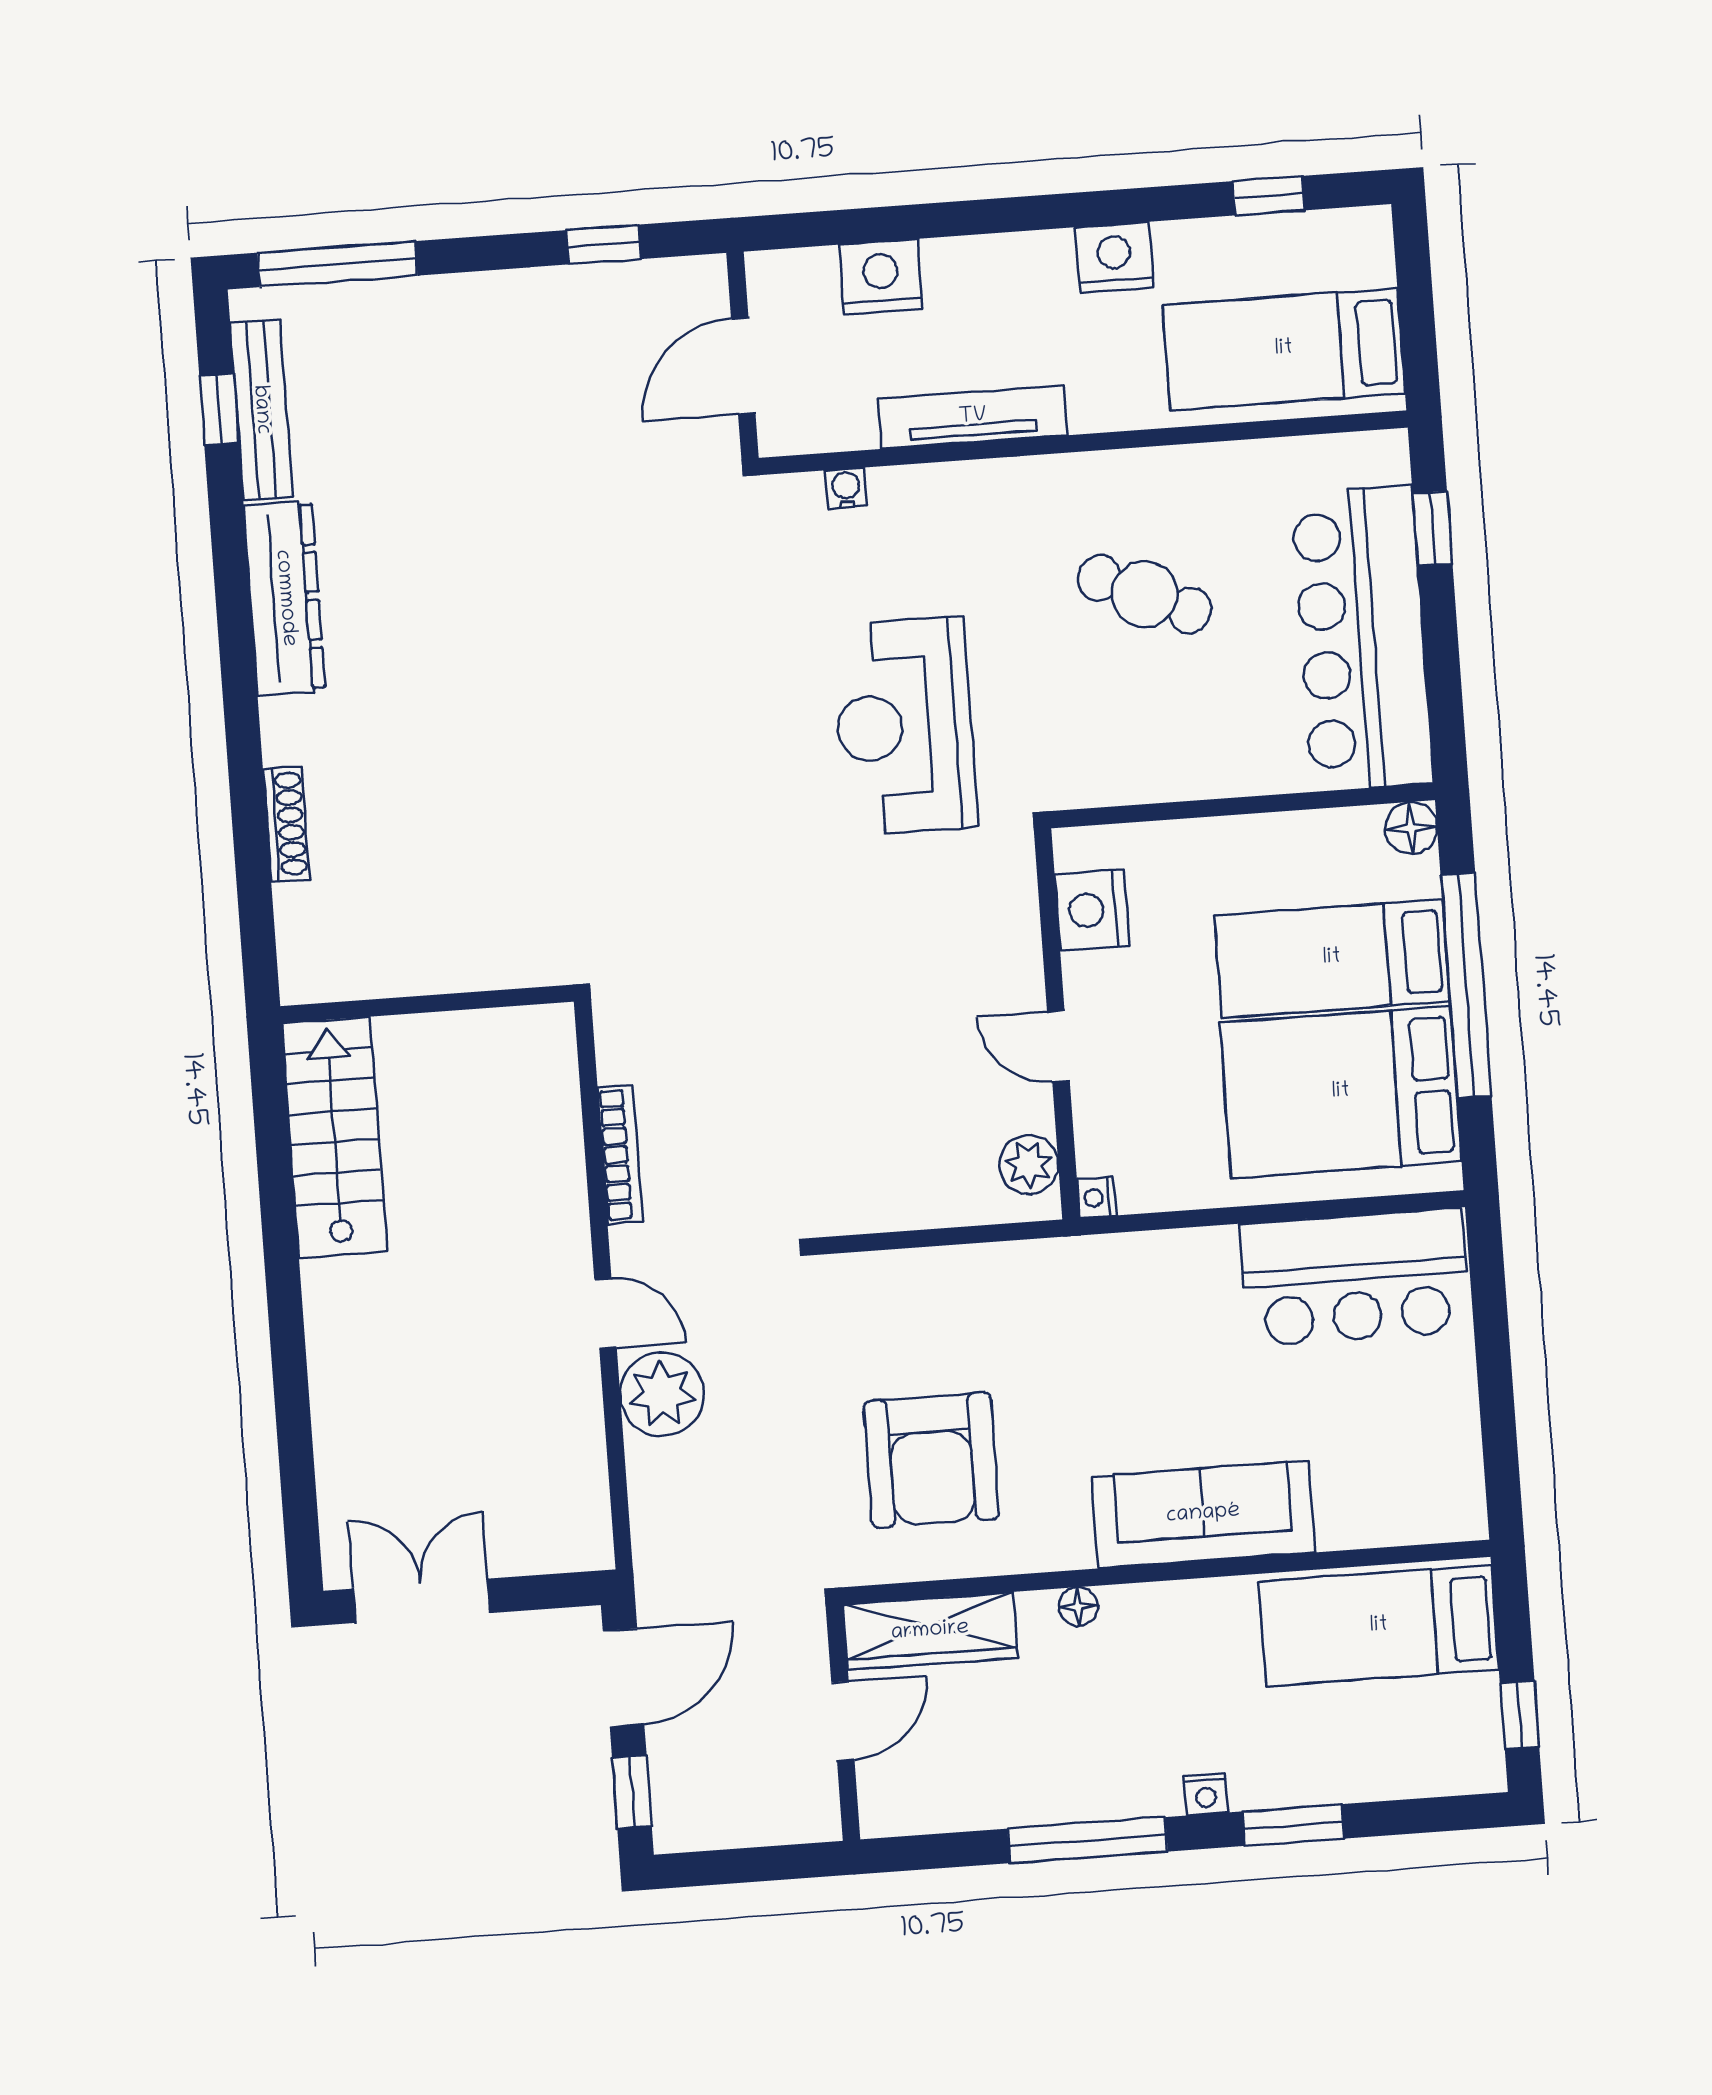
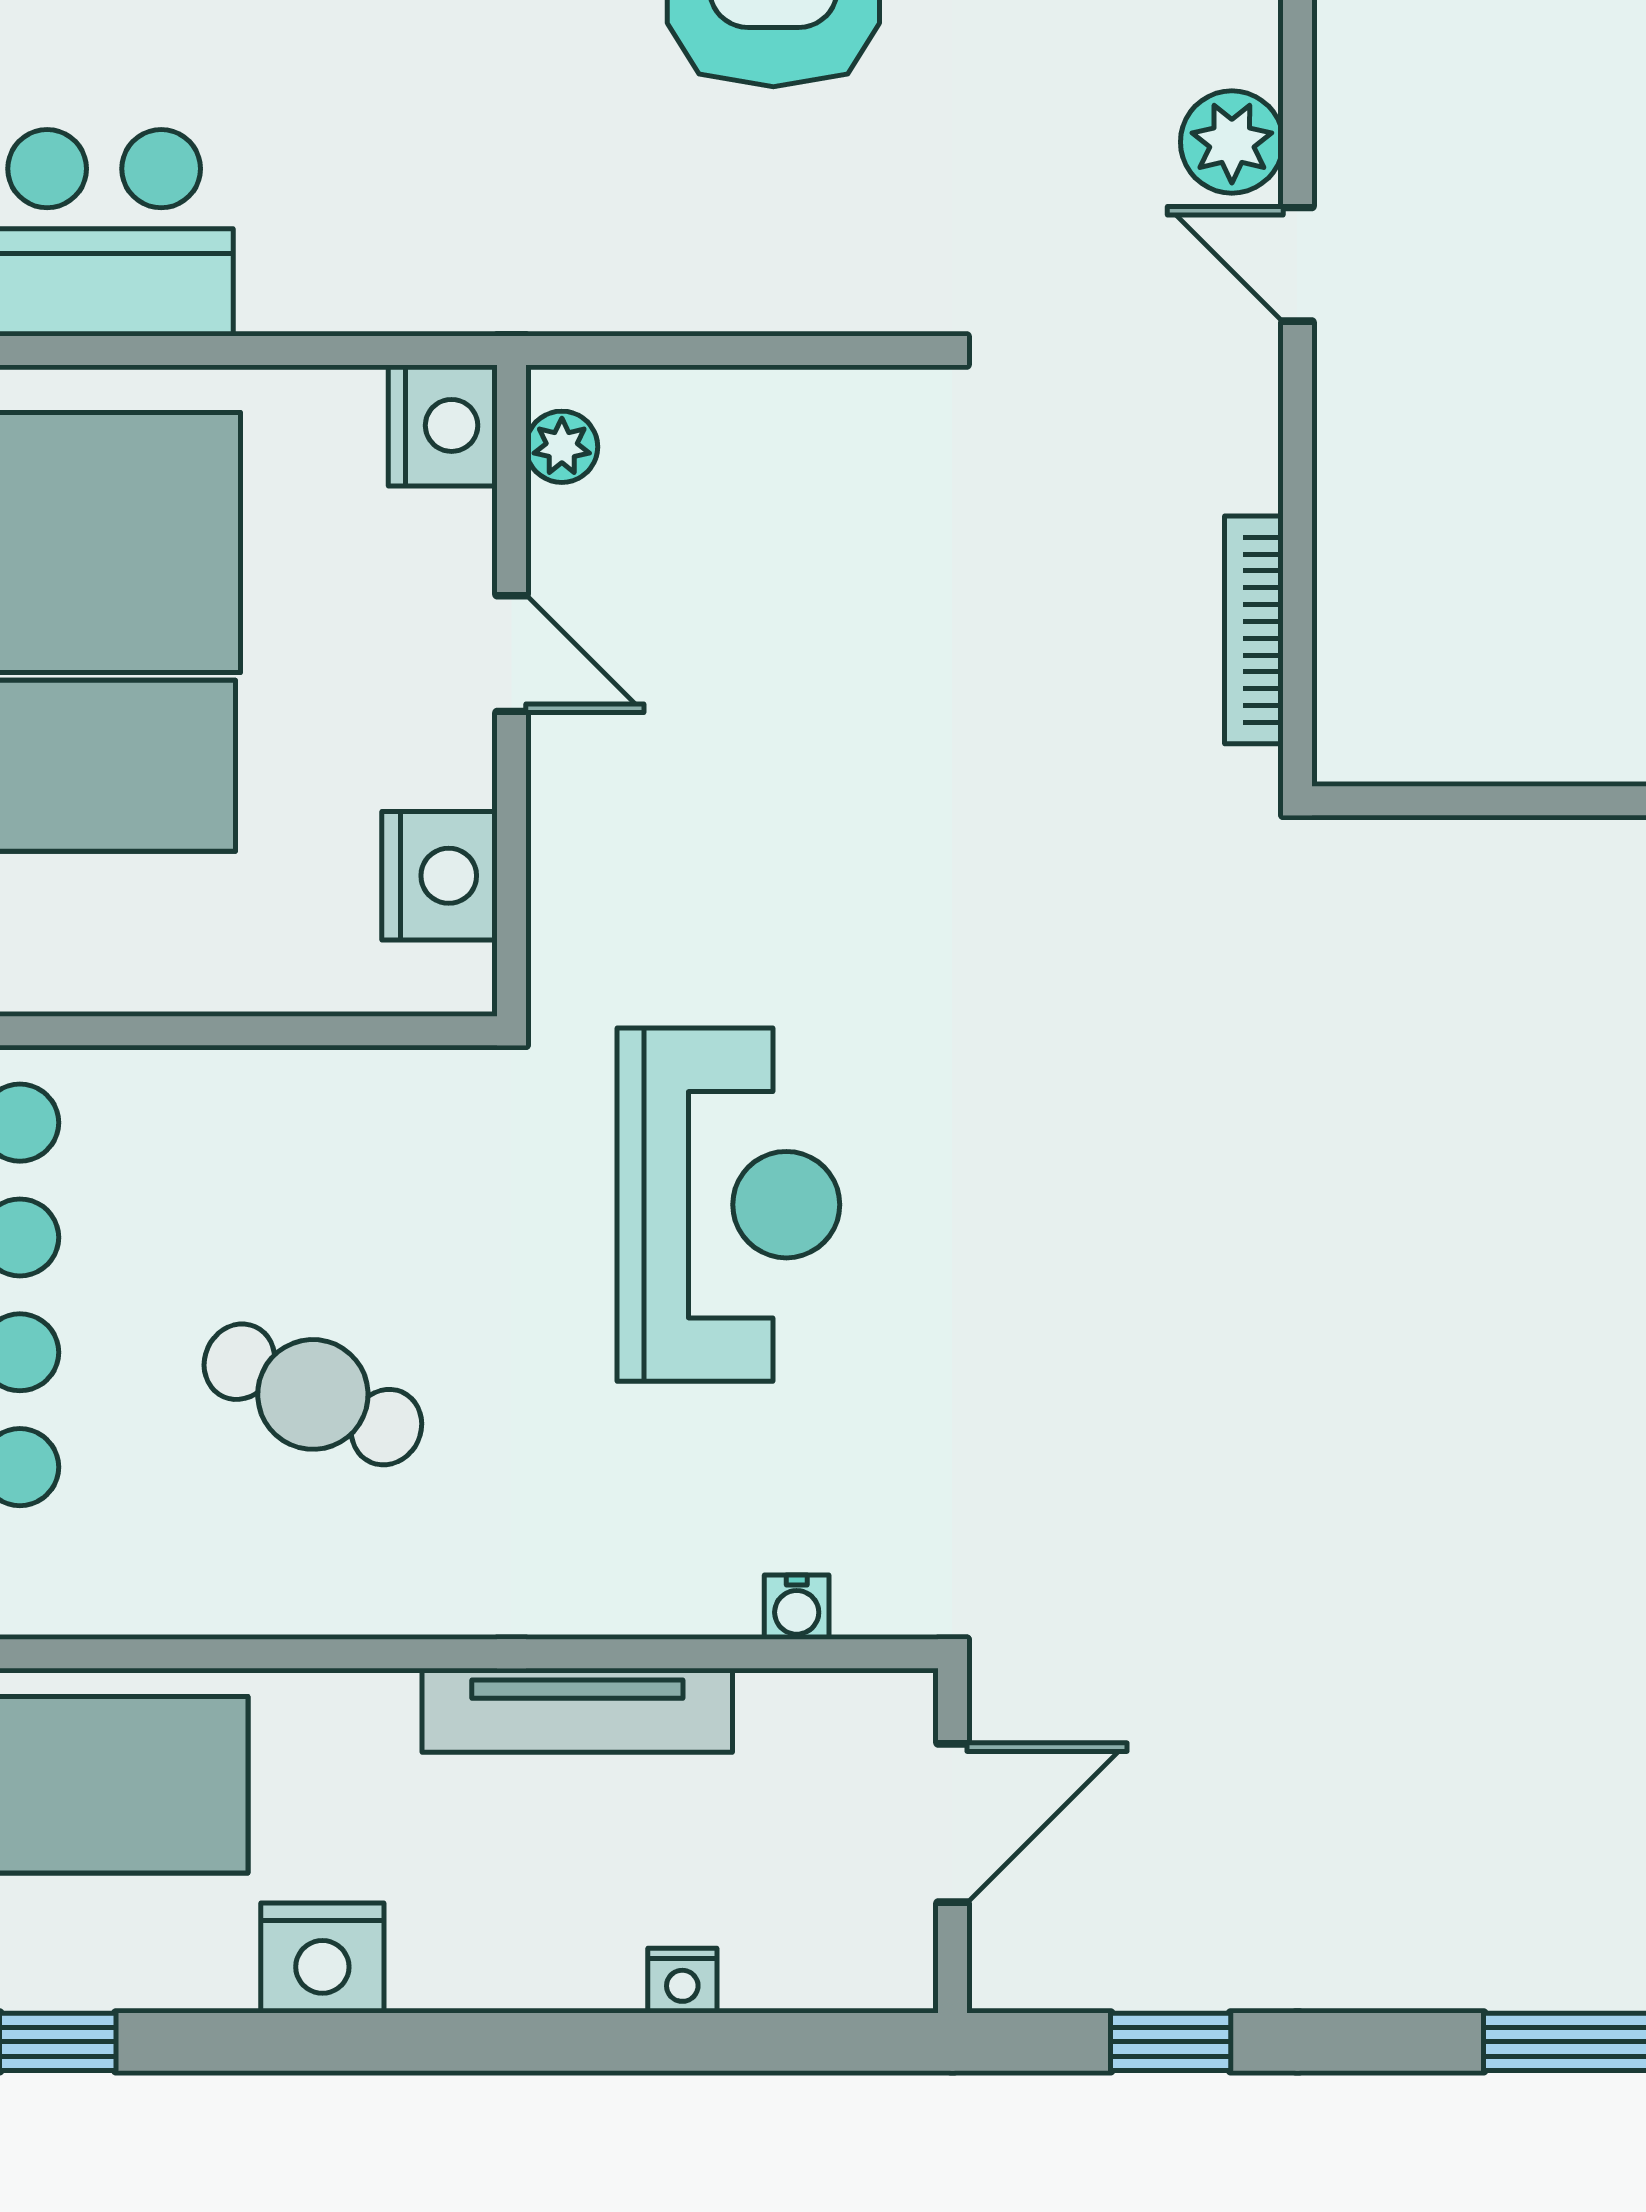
nightstand: (881, 277) -> (682, 1981), width x0.53, depth x0.56
bookcase: (620, 1155) -> (1254, 630), moved
plant: (1029, 1165) -> (562, 447), width x0.73, depth x0.73
nightstand: (1096, 1198) -> (443, 425), width x1.89, depth x1.79
plant: (662, 1394) -> (1232, 142), width x0.73, depth x0.73

